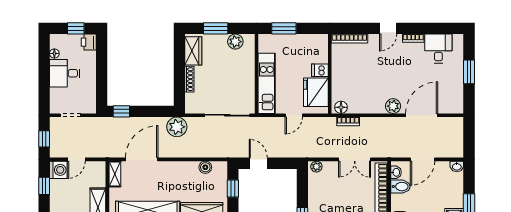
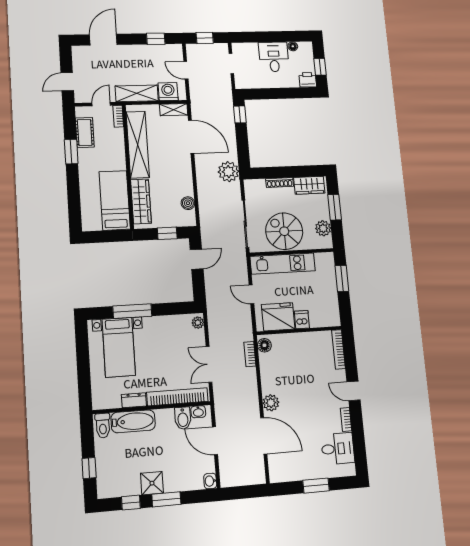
spiral stairs: (236, 79) -> (284, 231), added
washing machine: (58, 170) -> (168, 92), moved, turned 180

